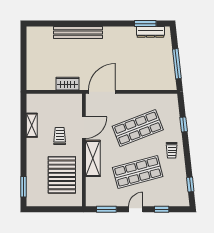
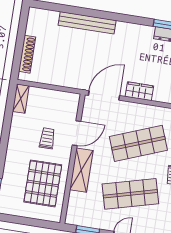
shoe rack: (31, 67) -> (27, 54), added
wardrobe: (68, 84) -> (139, 91), moved
shelving: (32, 125) -> (21, 99), moved

